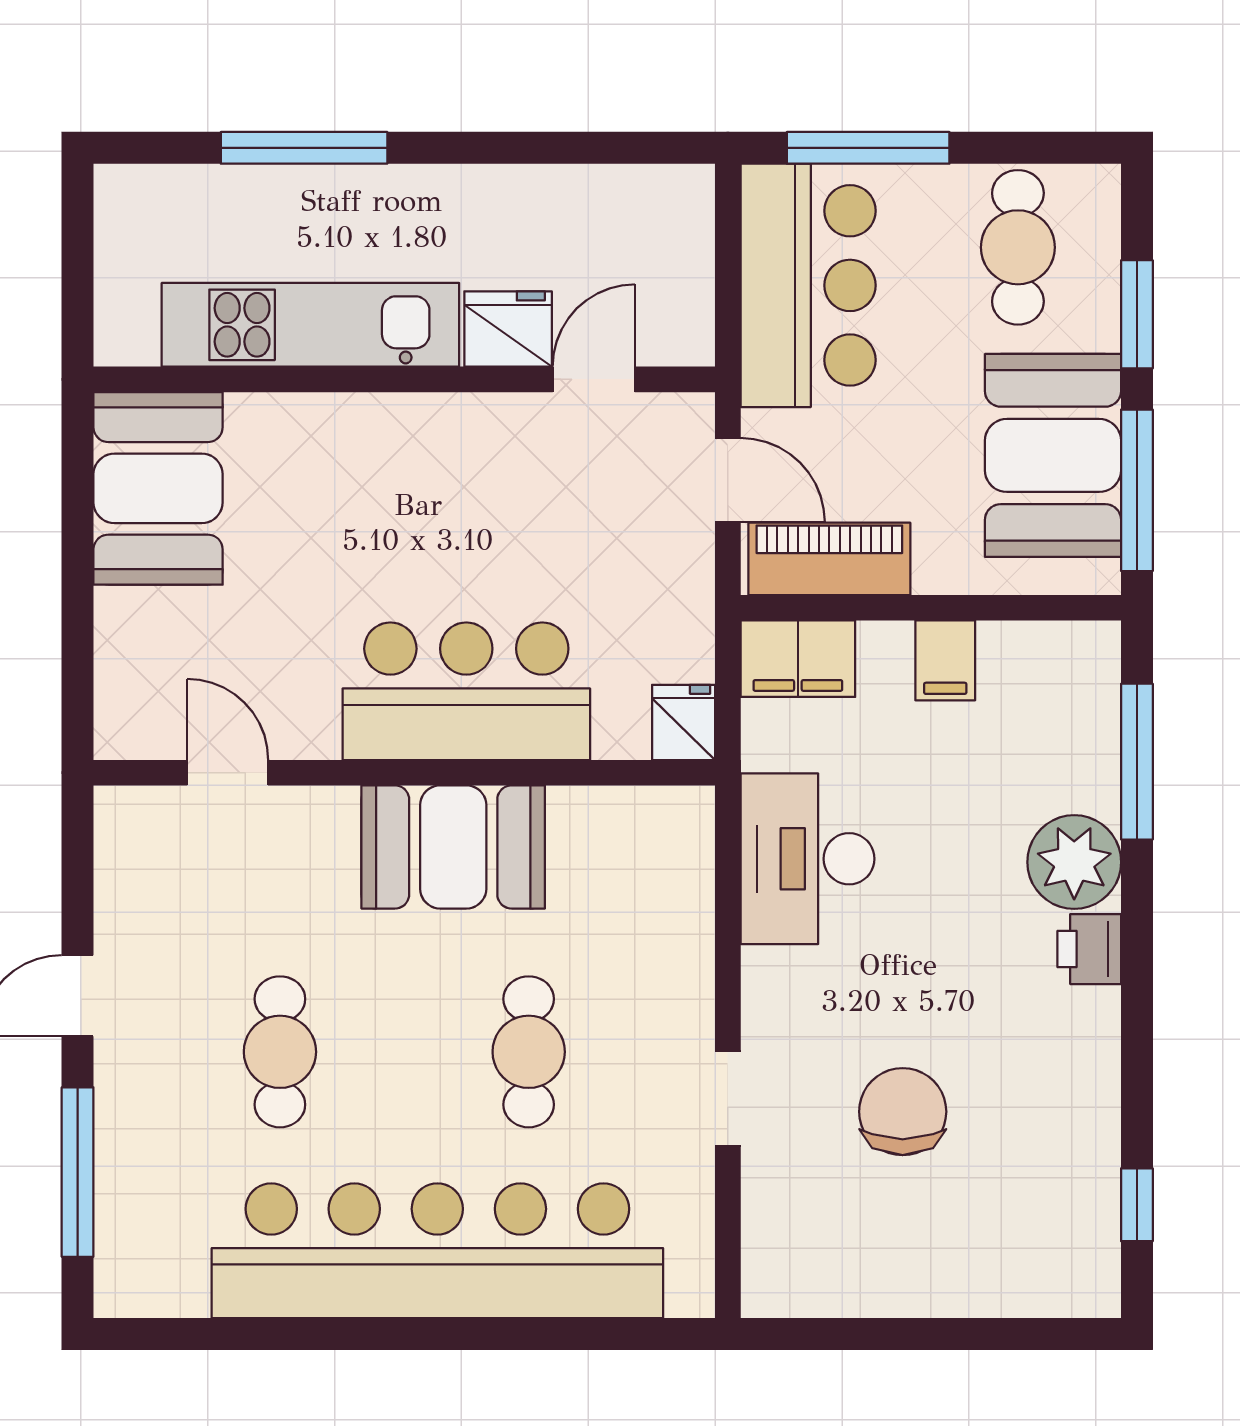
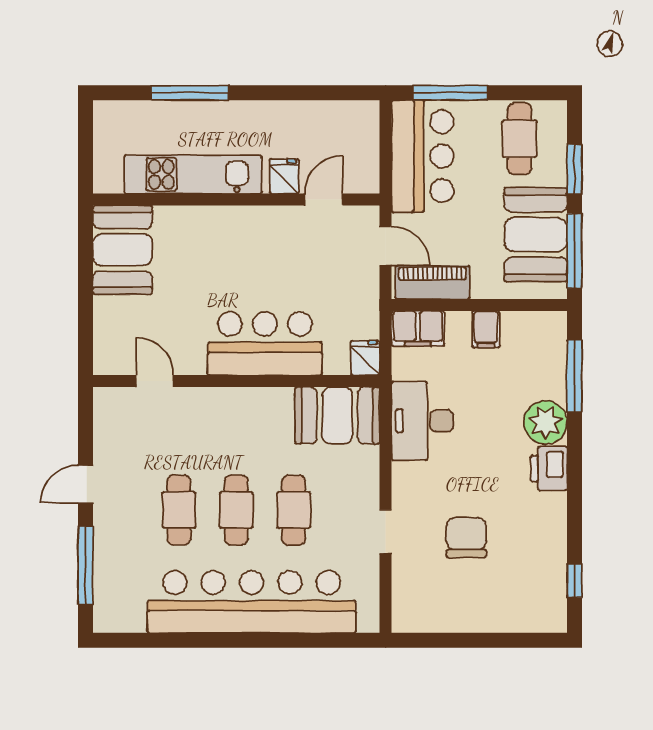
fridge: (508, 329) -> (284, 176), width x0.72
booth: (453, 847) -> (337, 415), moved
printer: (1089, 949) -> (549, 468), width x1.36, depth x1.24
cafe table: (404, 1052) -> (236, 510), added

